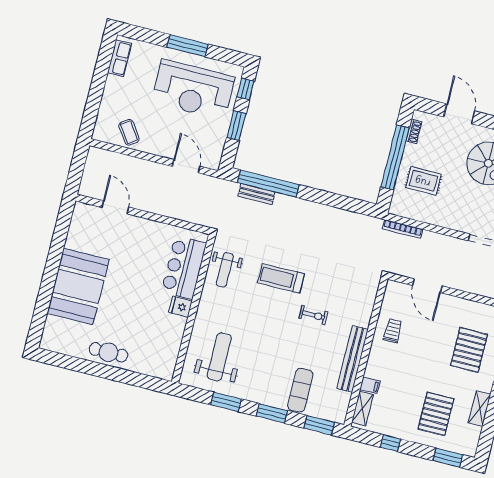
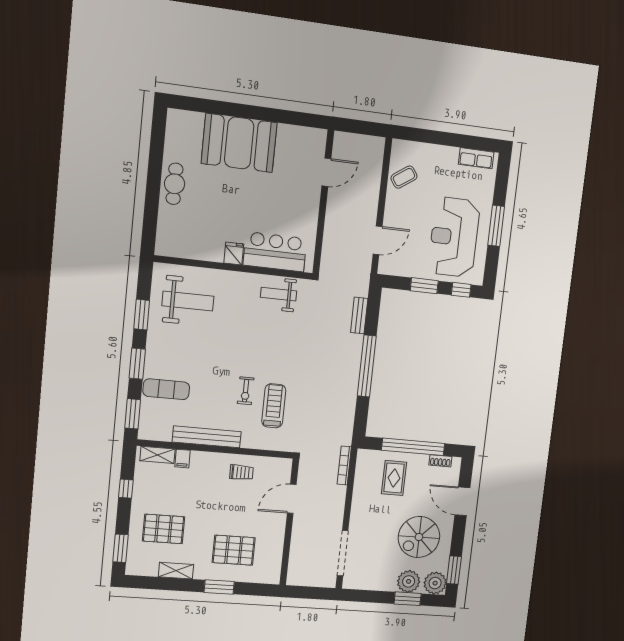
door: (459, 114) -> (462, 501), swing flipped
window: (268, 184) -> (367, 366), moved
treadmill: (281, 278) -> (274, 406), moved

